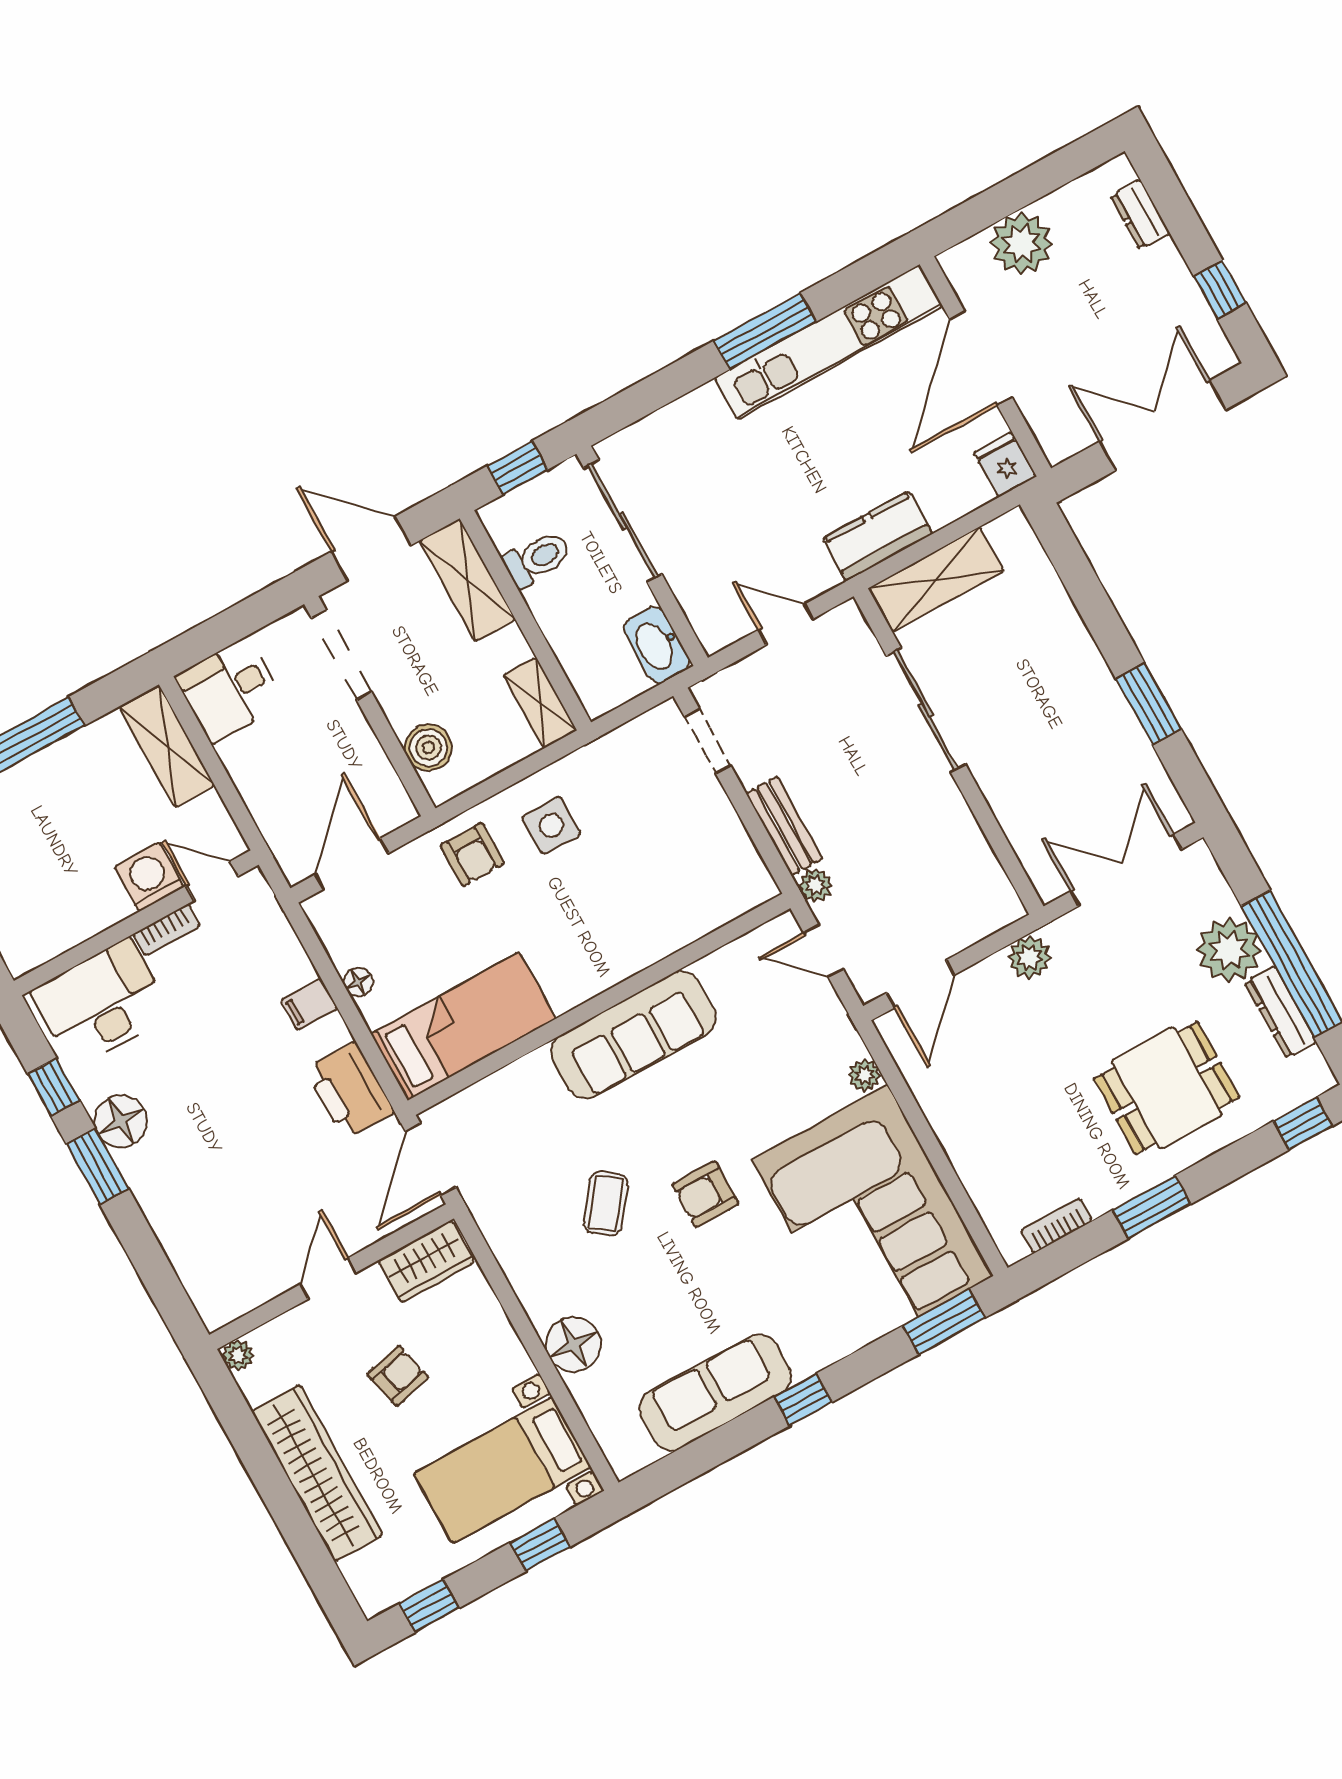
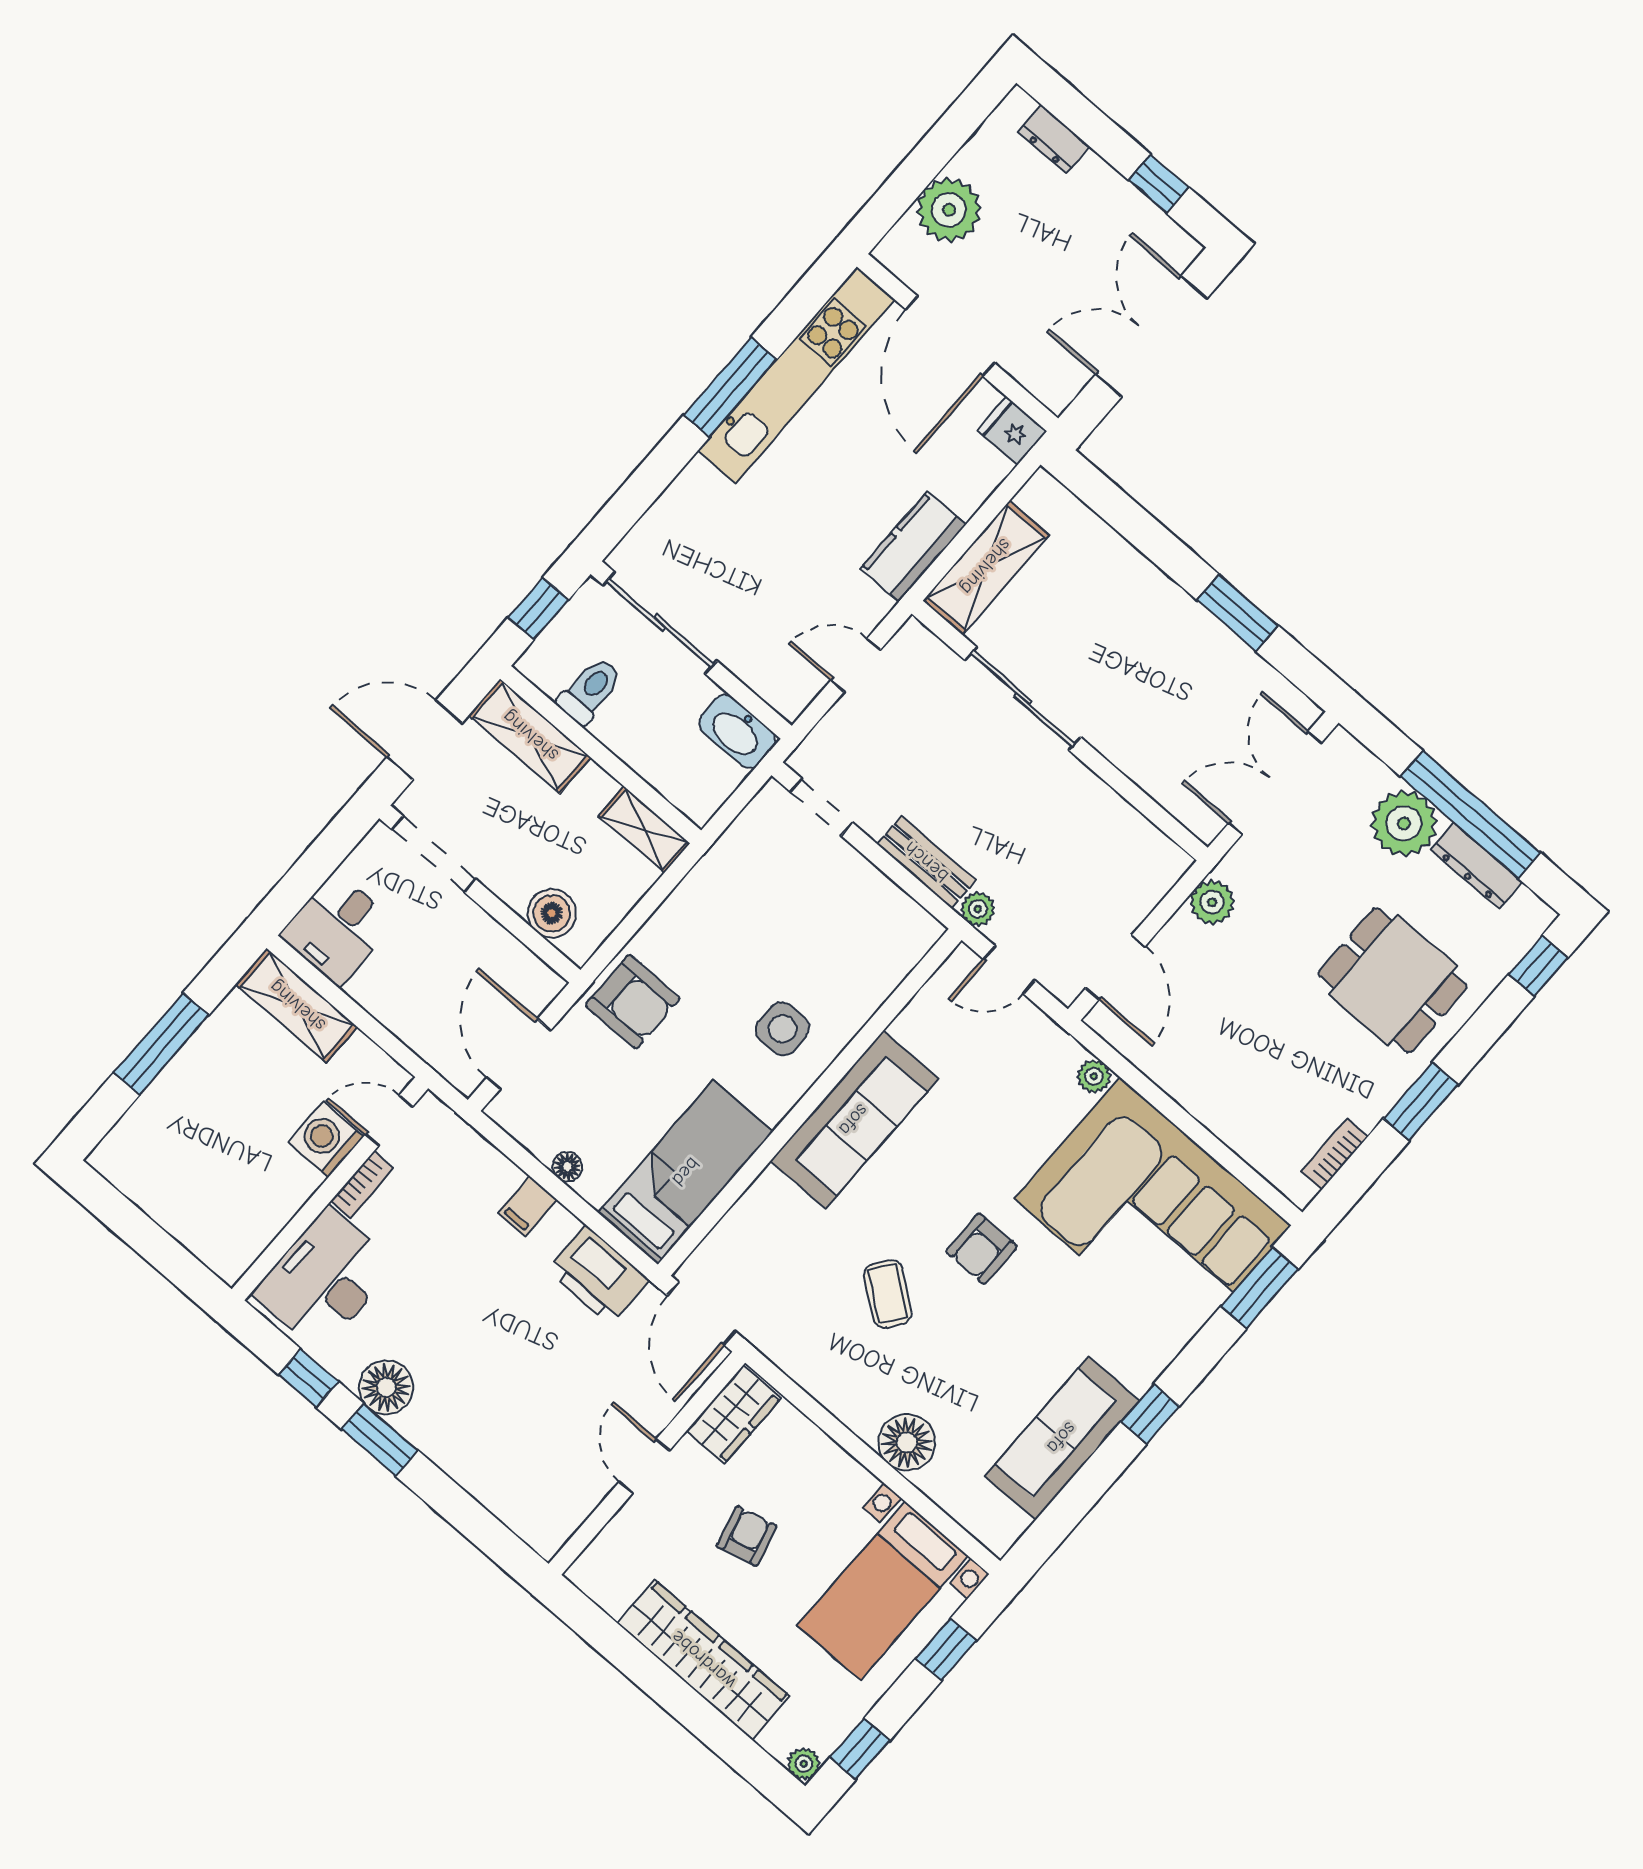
side table: (551, 825) -> (783, 1029), moved
armchair: (472, 854) -> (633, 1002), width x1.38, depth x1.38
dining table: (1167, 1088) -> (1393, 980), turned 90
plant: (238, 1355) -> (804, 1764), moved

